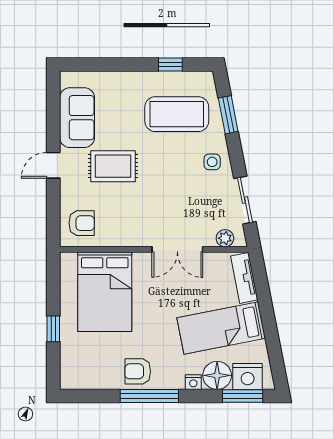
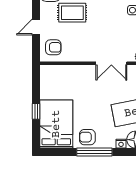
door: (53, 165) -> (36, 27), moved
bed: (105, 292) -> (56, 124), moved, turned 180

